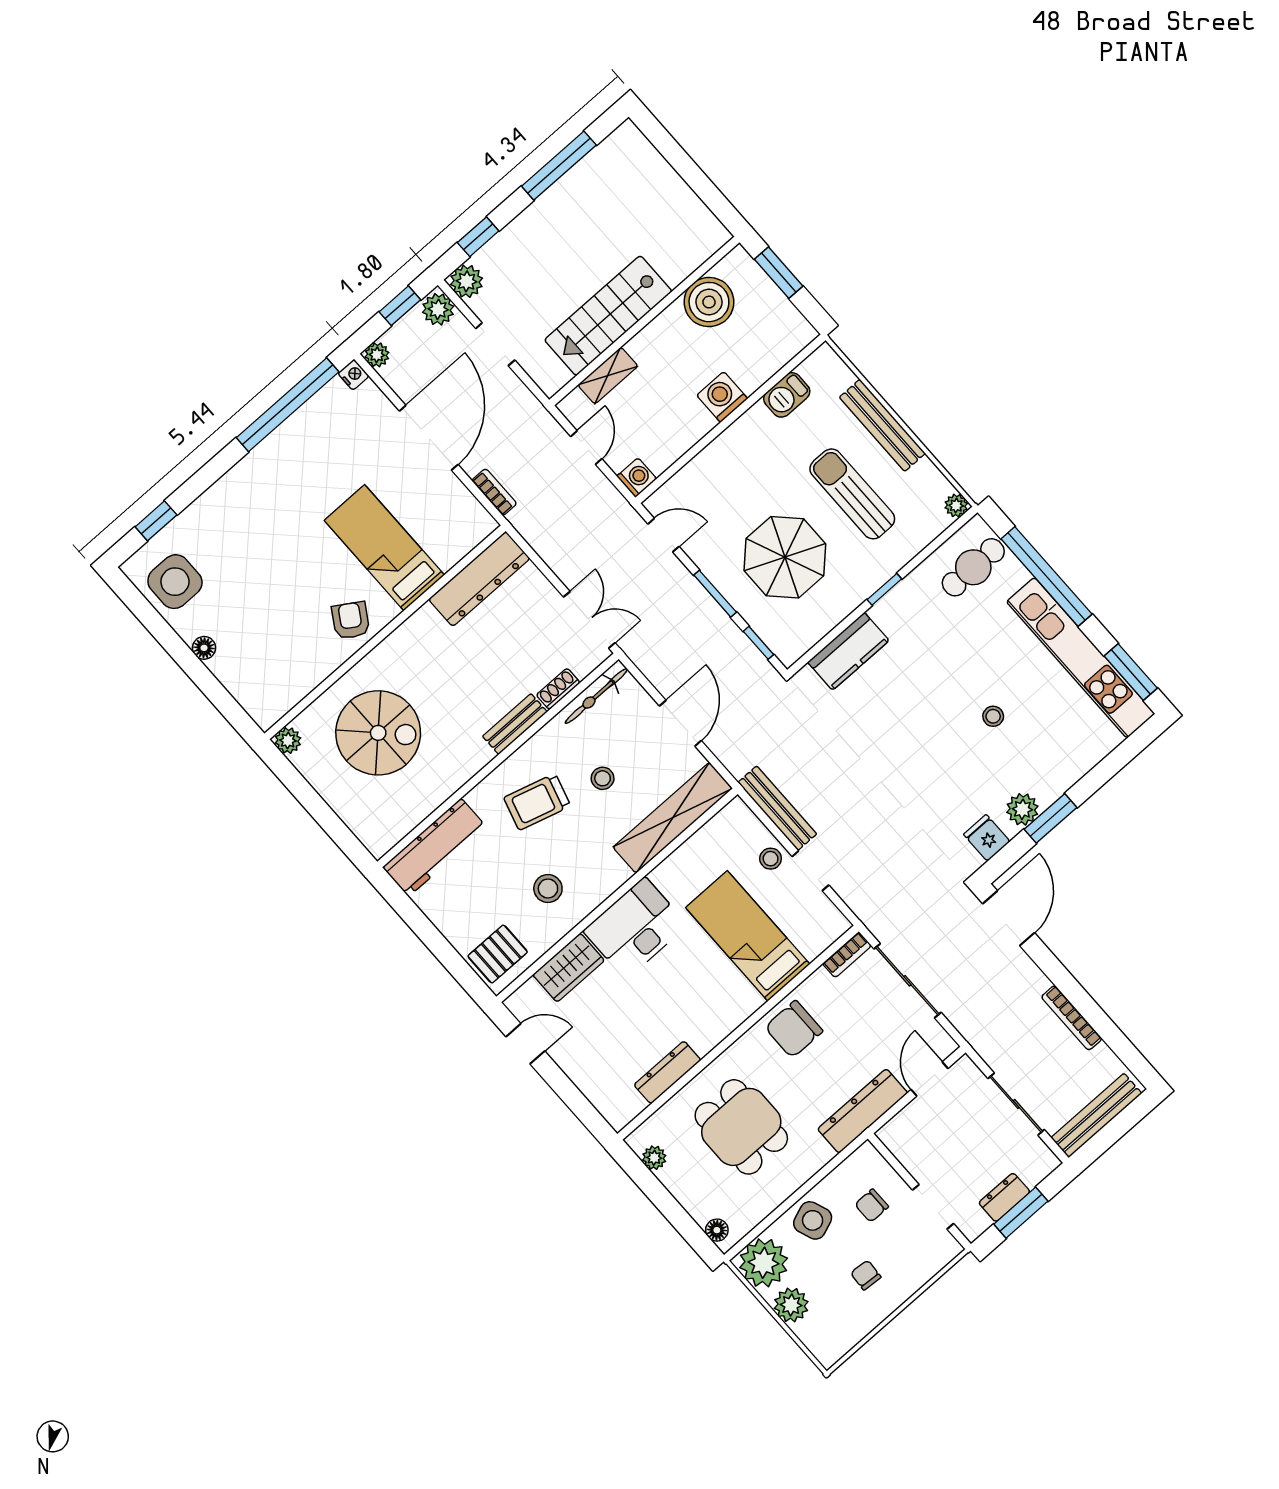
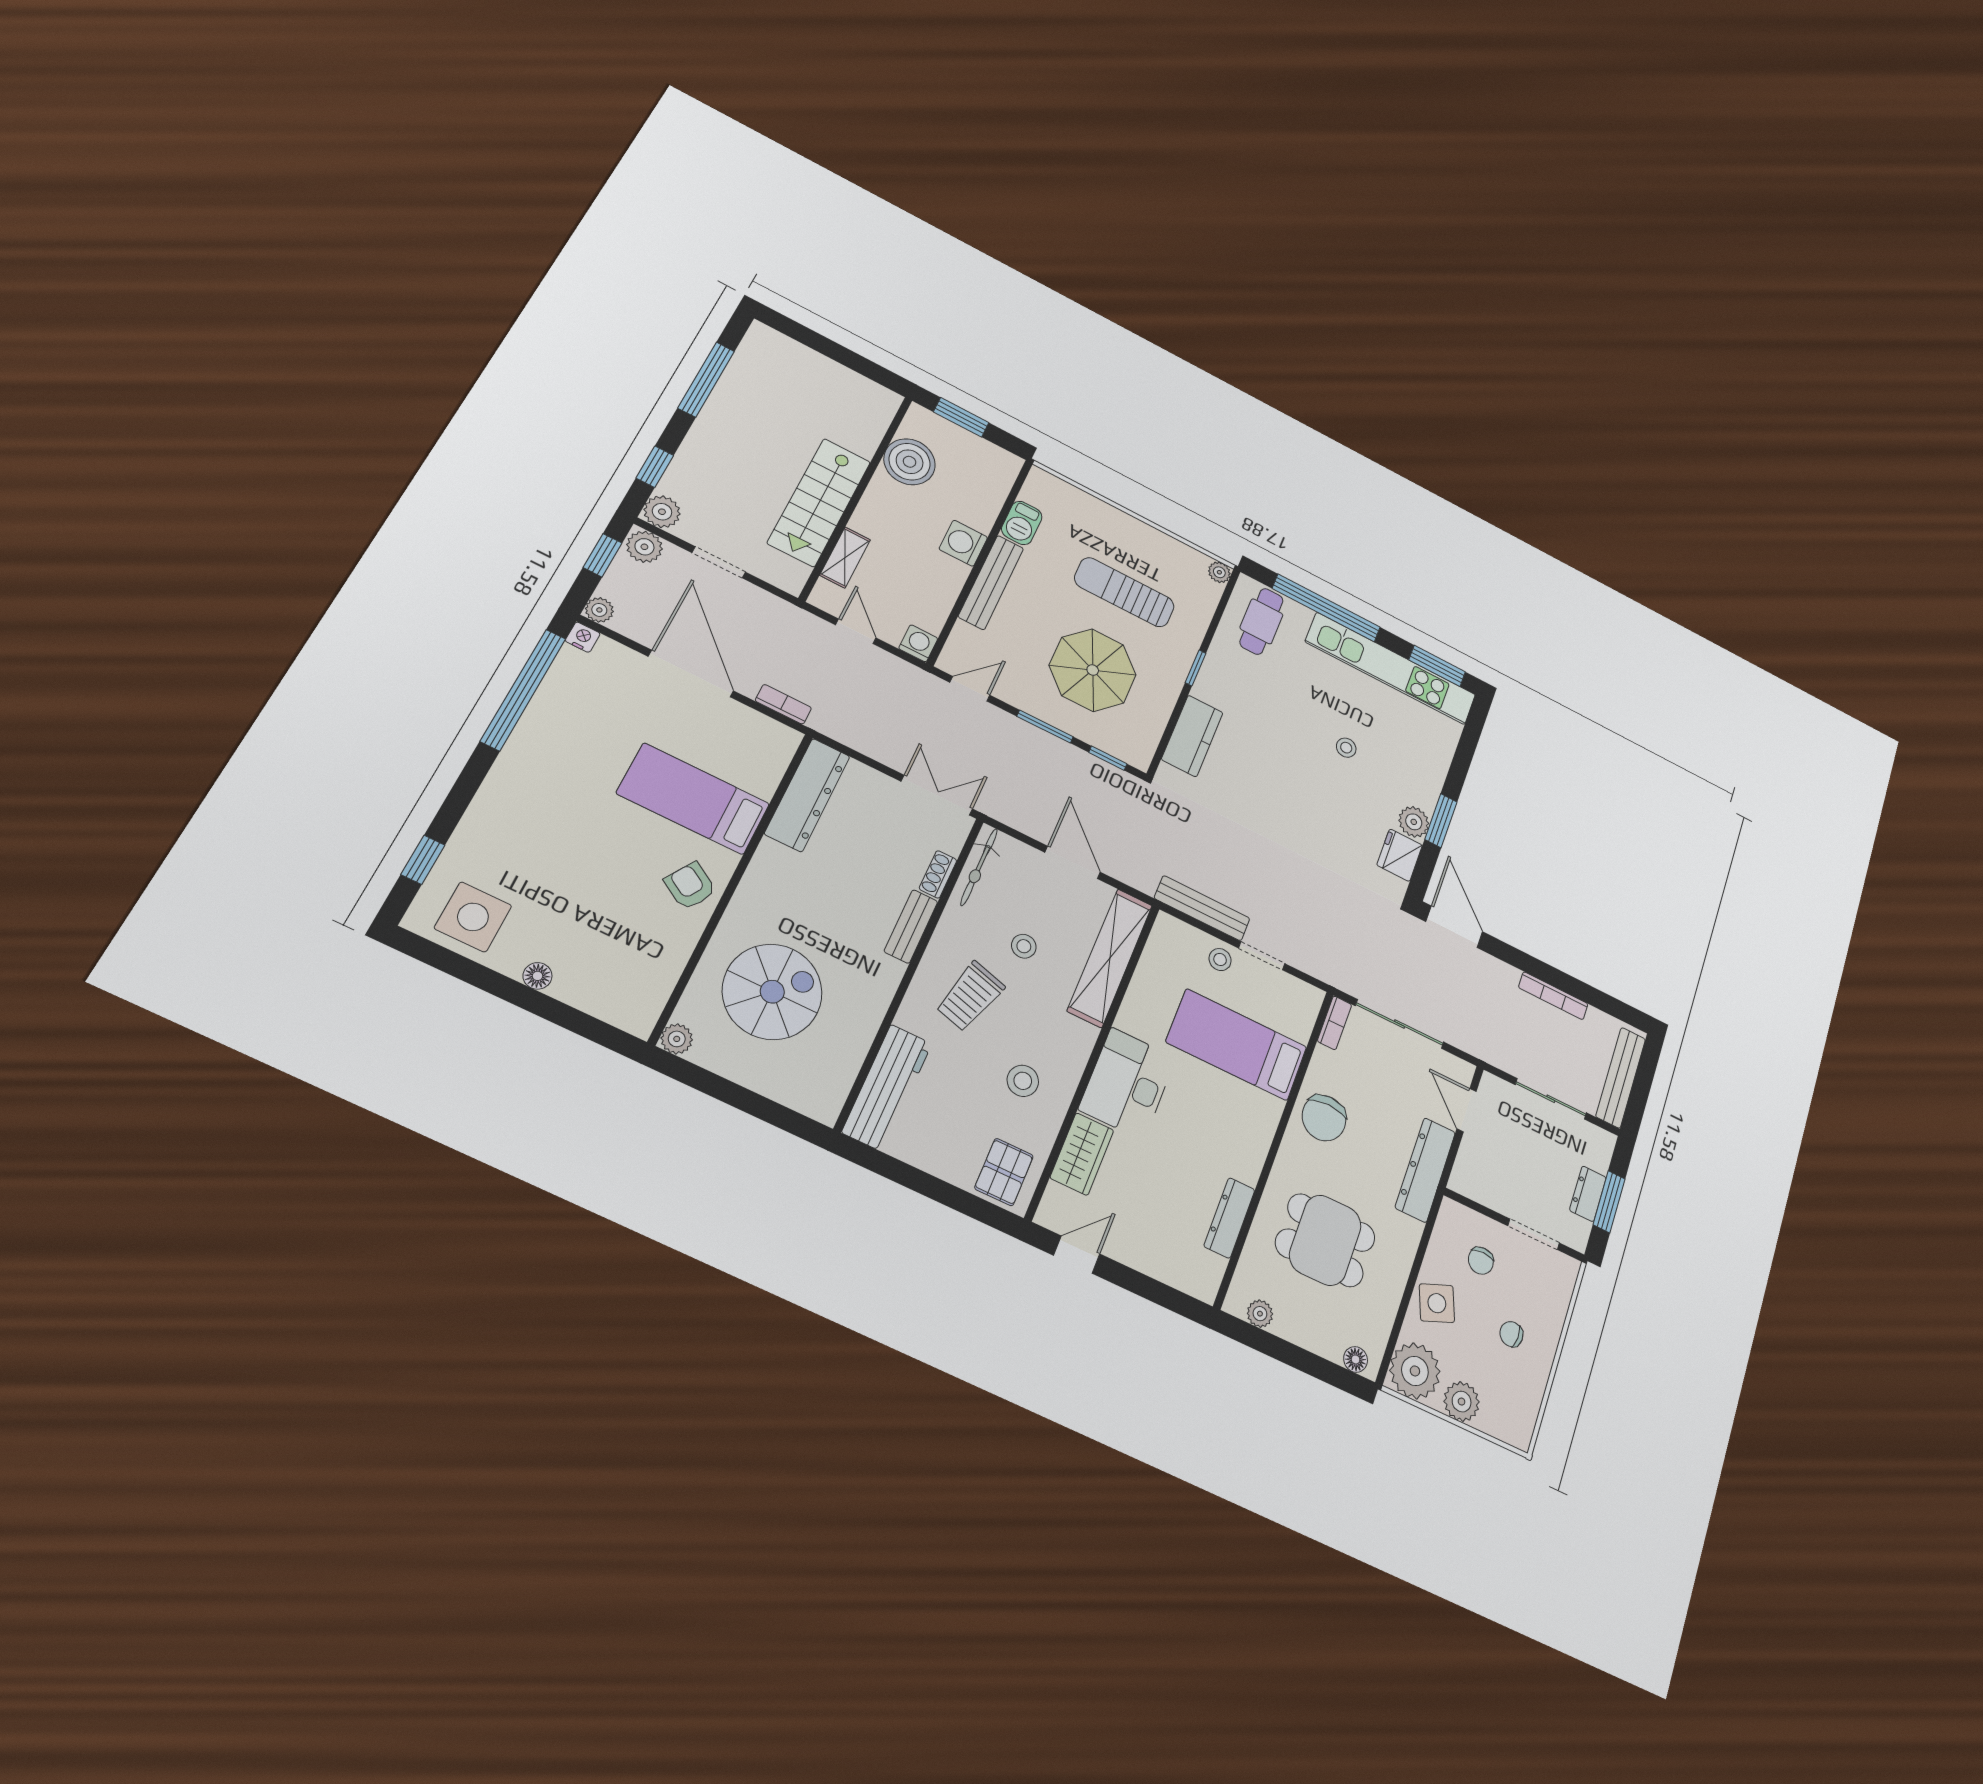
bench: (882, 425) -> (991, 582), moved, turned 90
fridge: (987, 838) -> (1400, 855), width x1.38

